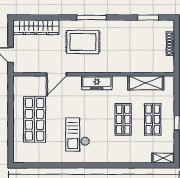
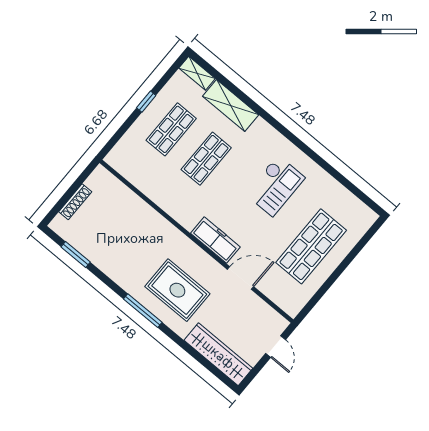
freezer: (97, 83) -> (215, 240), moved
shelving: (146, 83) -> (231, 105), moved

